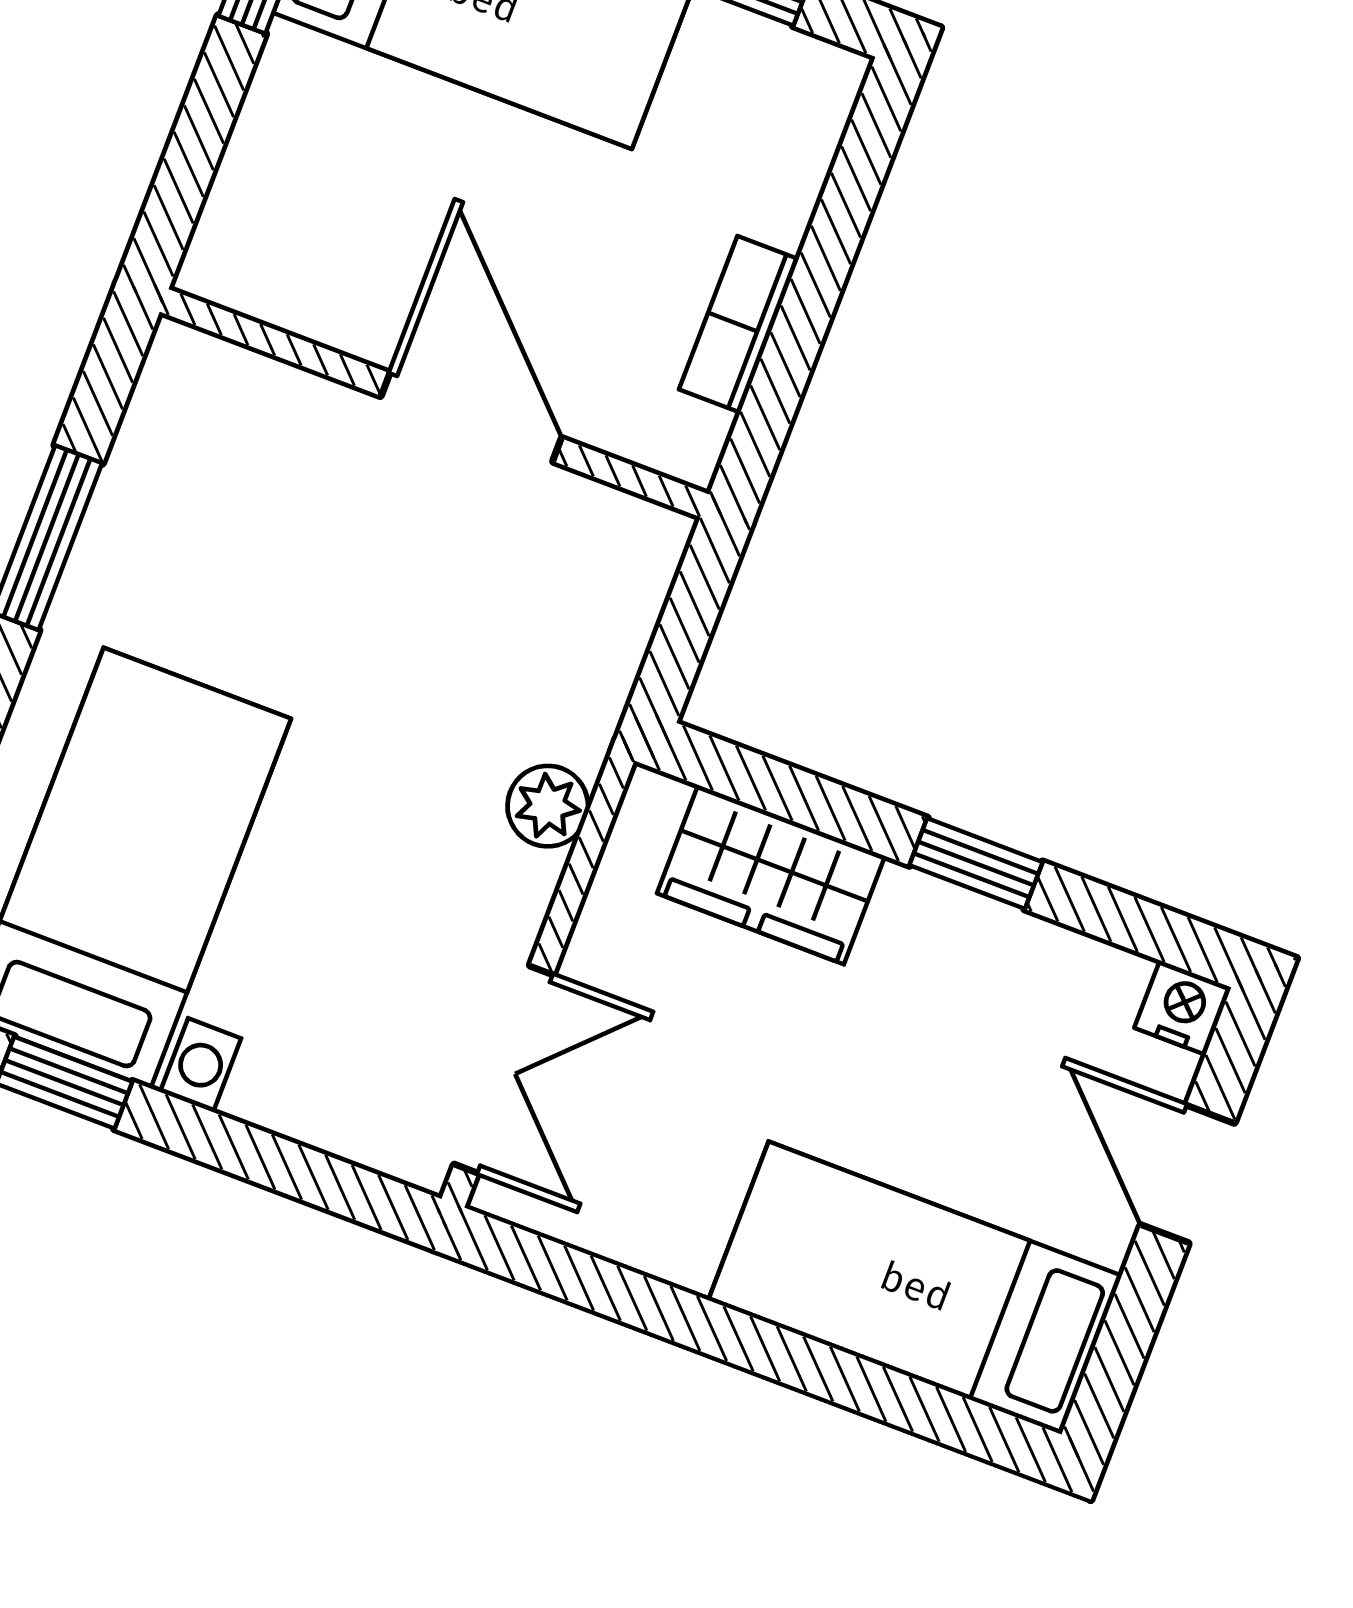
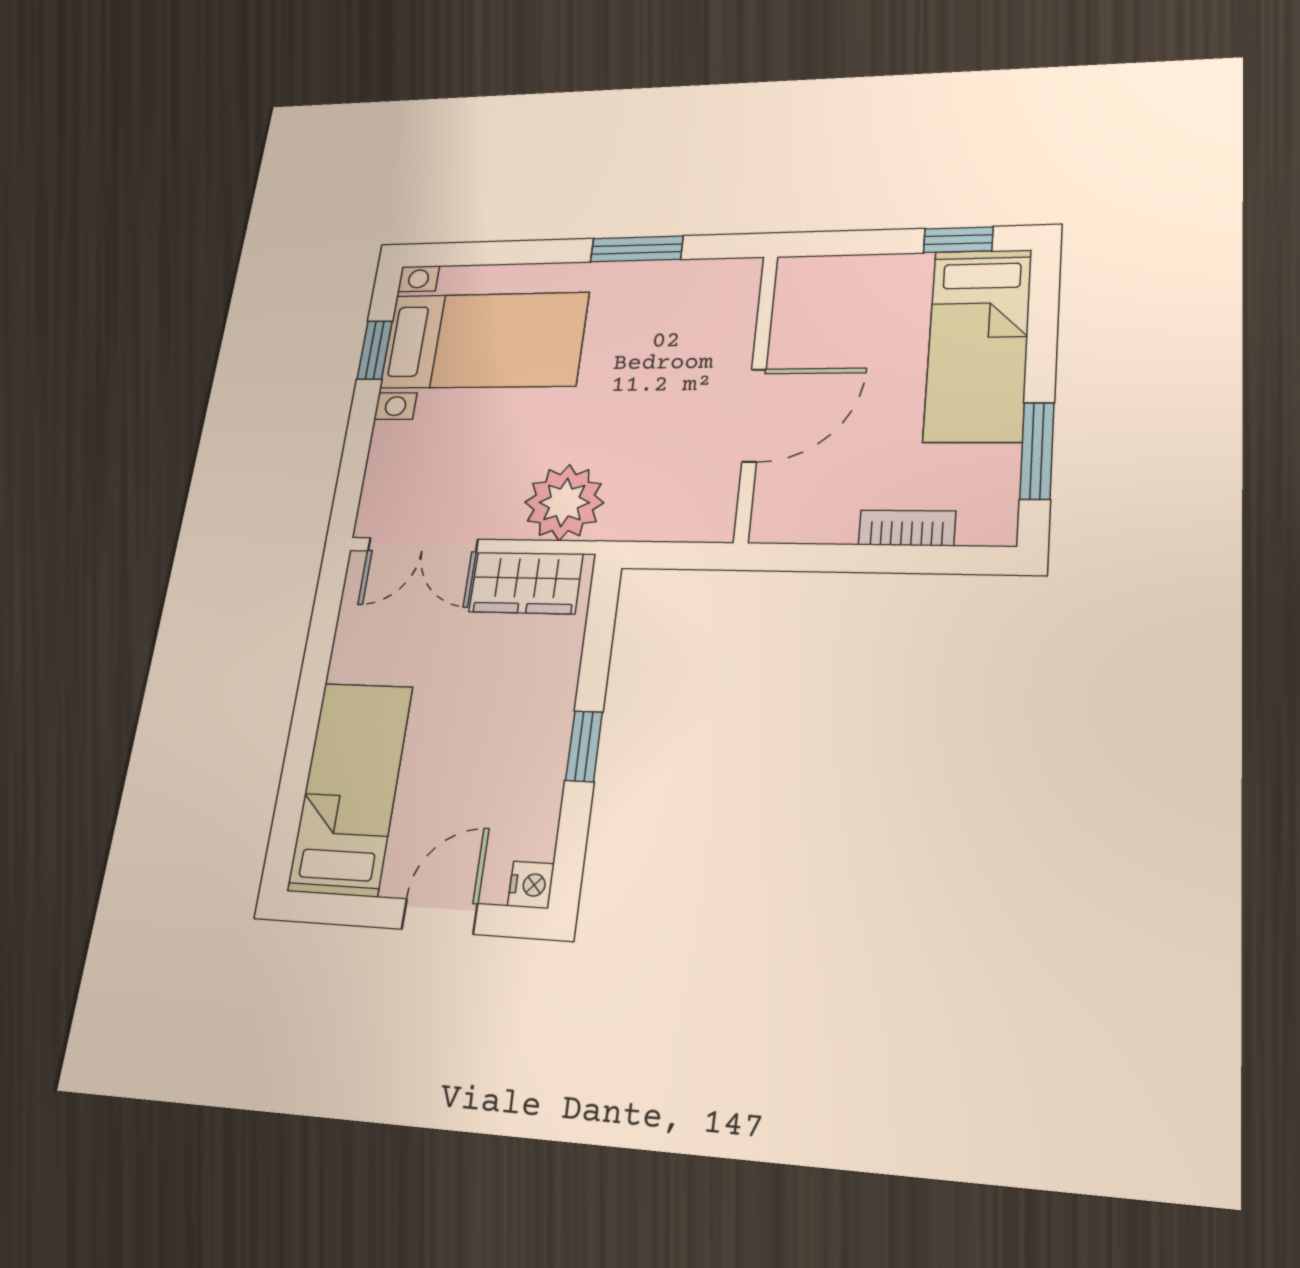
bookcase: (739, 324) -> (907, 528), moved
plant: (548, 806) -> (564, 502), width x1.87, depth x1.87
wardrobe: (771, 875) -> (526, 583), moved, turned -90

